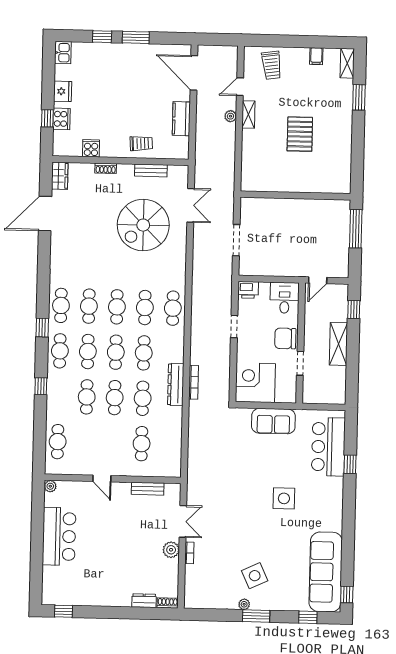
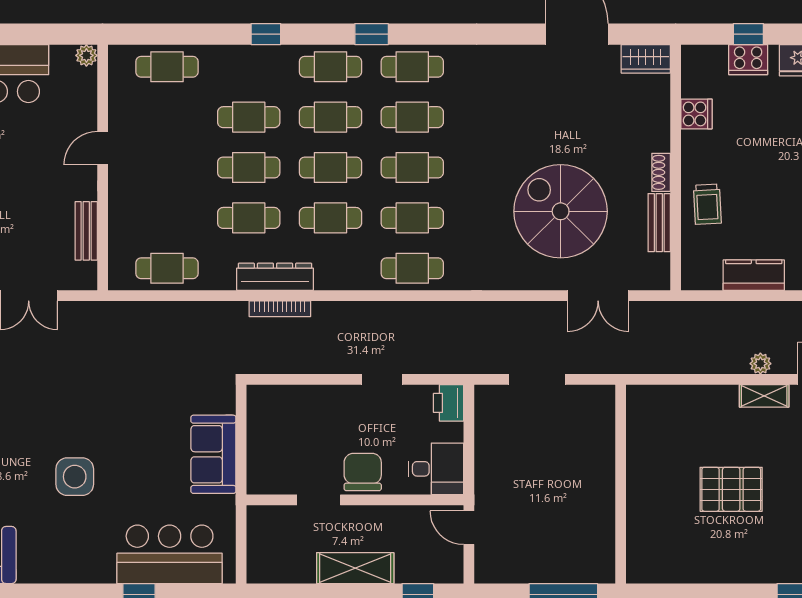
shoe rack: (106, 168) -> (661, 172), moved
corner desk: (255, 383) -> (282, 420), removed
cafe table: (142, 444) -> (167, 268), moved

